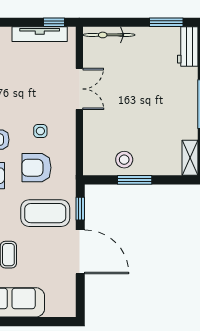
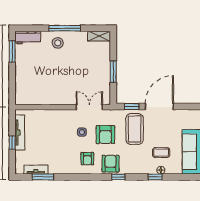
window: (54, 22) -> (12, 143), moved
bicycle: (109, 35) -> (20, 88), removed
double door: (79, 89) -> (89, 107), moved
stool: (124, 160) -> (58, 43), moved

